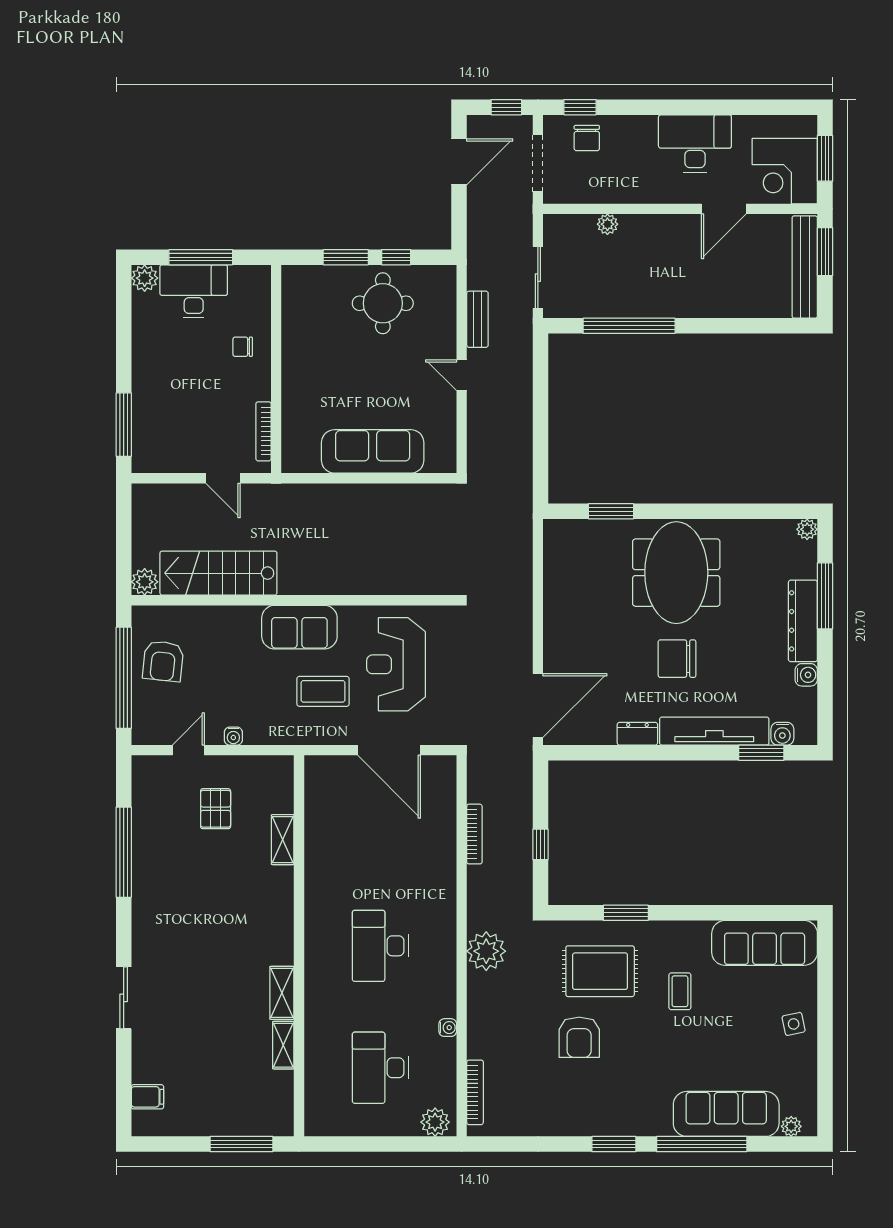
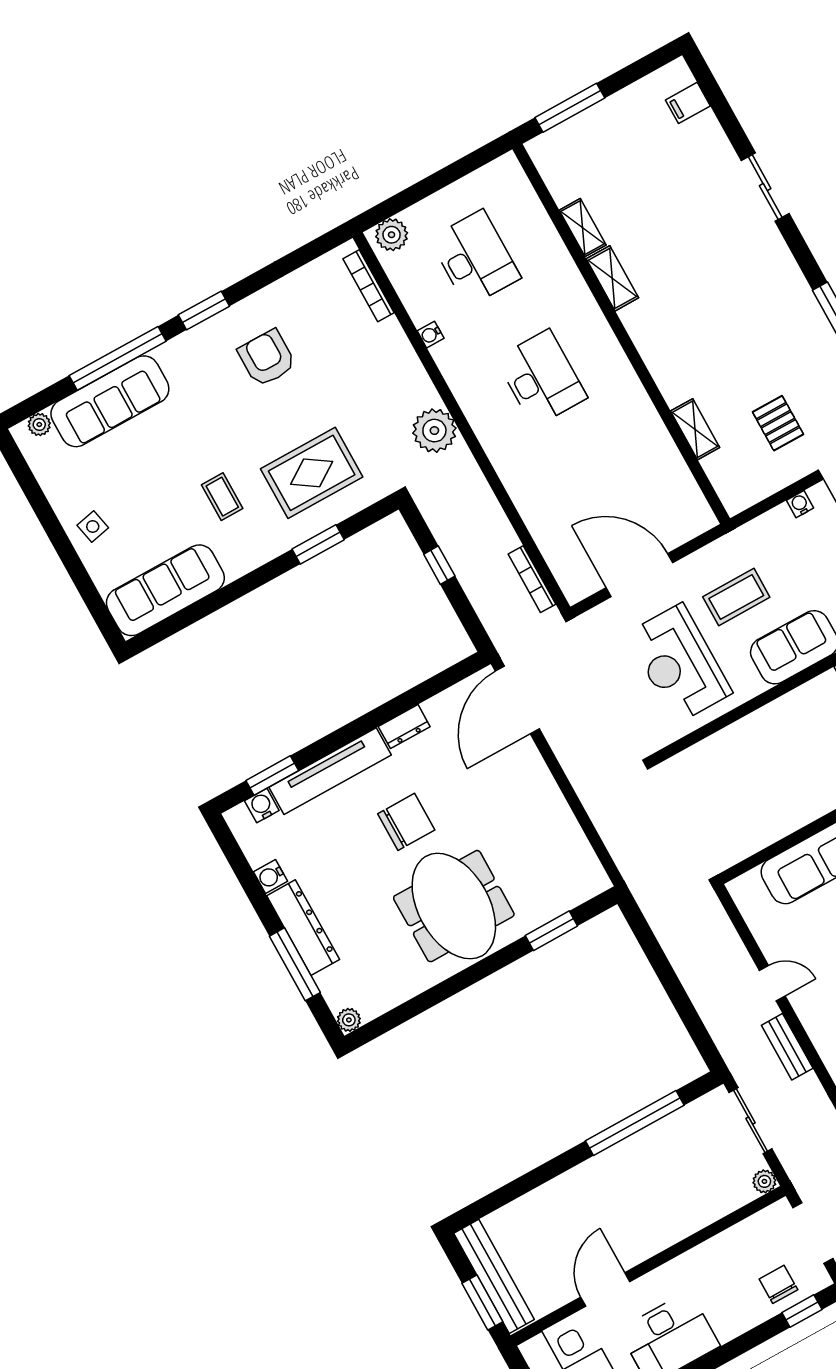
plant: (607, 224) -> (764, 1181), moved
reception desk: (396, 664) -> (679, 663), turned 180
bookcase: (474, 834) -> (532, 579), moved
armchair: (579, 1037) -> (267, 358), moved

